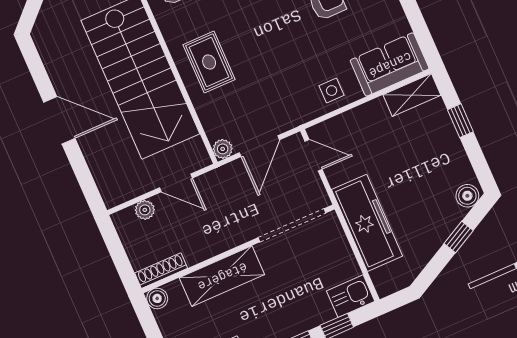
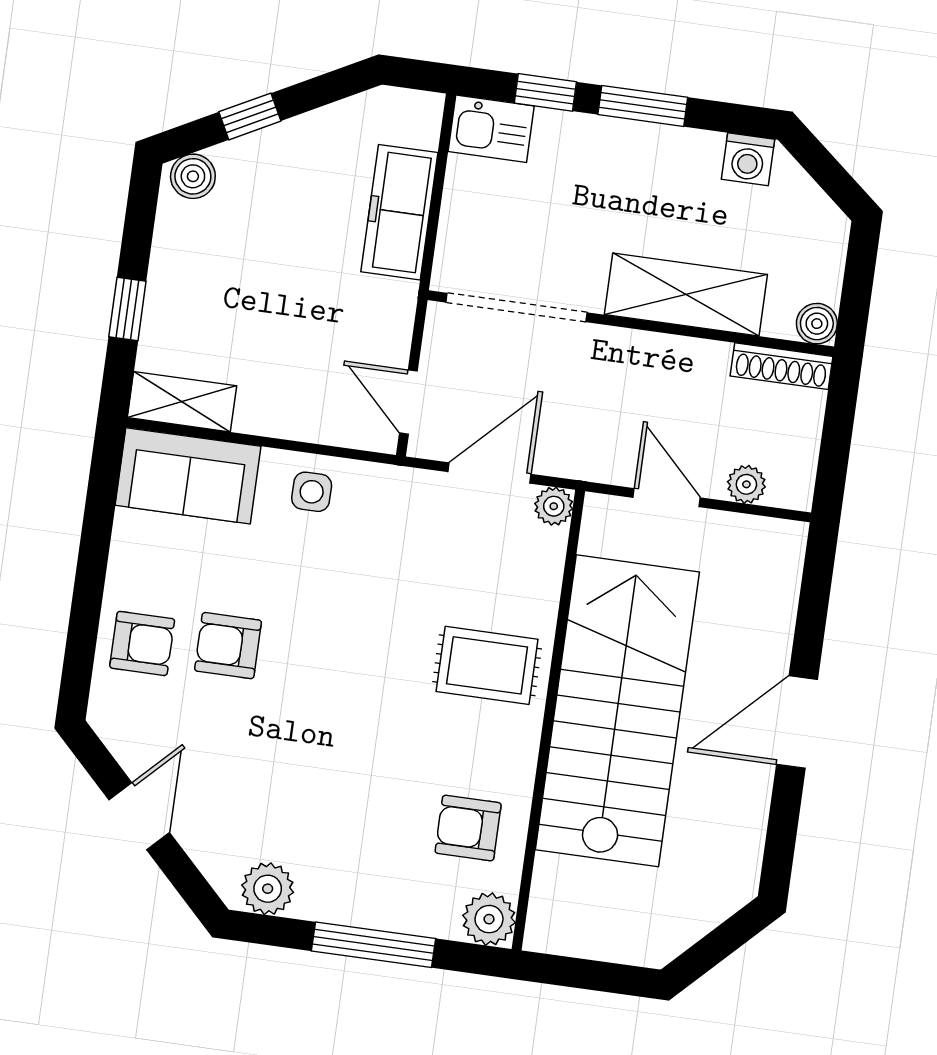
rug: (209, 62) -> (487, 665), turned 90
door: (59, 120) -> (797, 722), hinge flipped
freezer: (367, 223) -> (399, 212), width x0.73, depth x0.79

